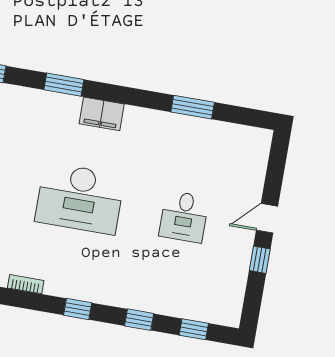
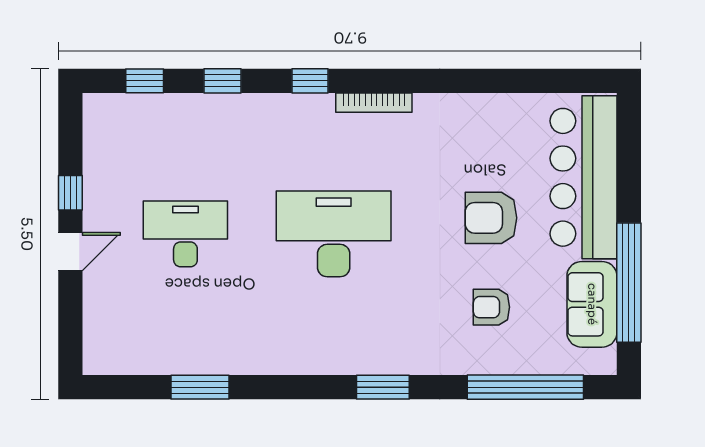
filing cabinet: (102, 114) -> (324, 356), removed
desk: (184, 217) -> (185, 234), width x1.37
bookcase: (26, 284) -> (374, 103), width x1.56

